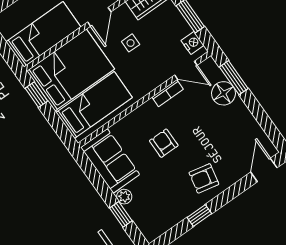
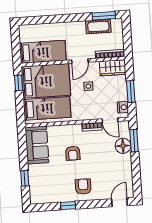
armchair: (164, 143) -> (73, 153), turned 180
armchair: (204, 178) -> (83, 187), turned 78
plant: (124, 197) -> (33, 170), removed

